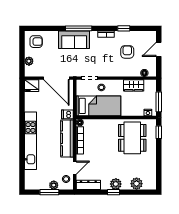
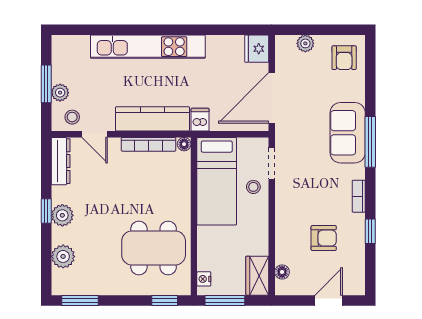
door: (159, 49) -> (329, 300), hinge flipped
wardrobe: (134, 85) -> (257, 276), moved
window: (159, 175) -> (80, 300), added

